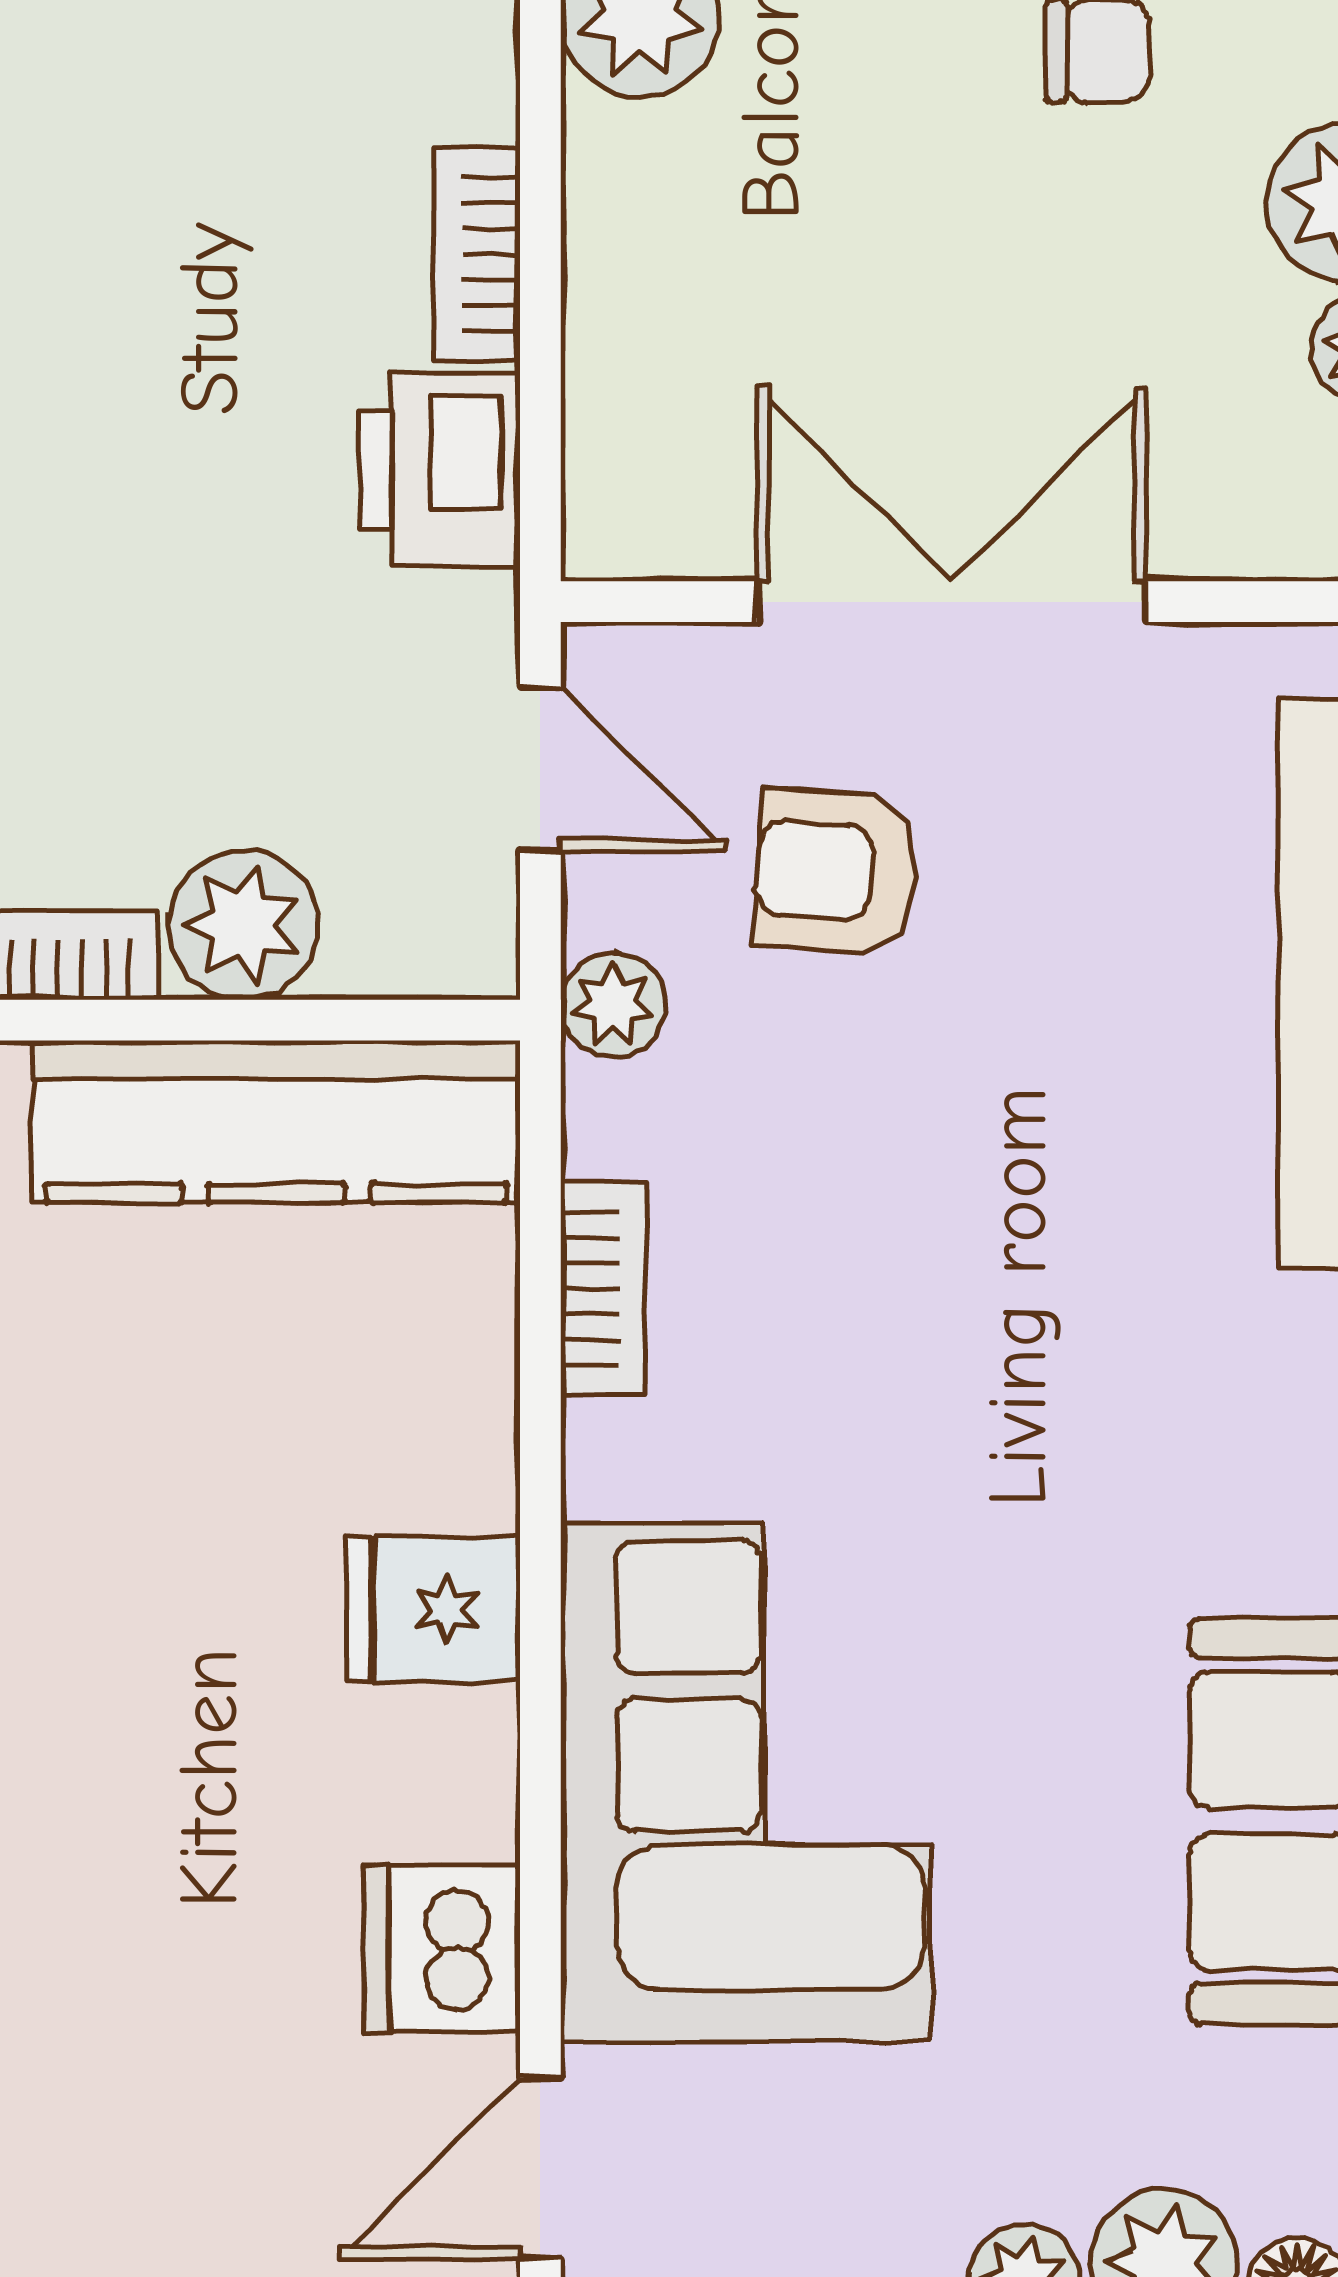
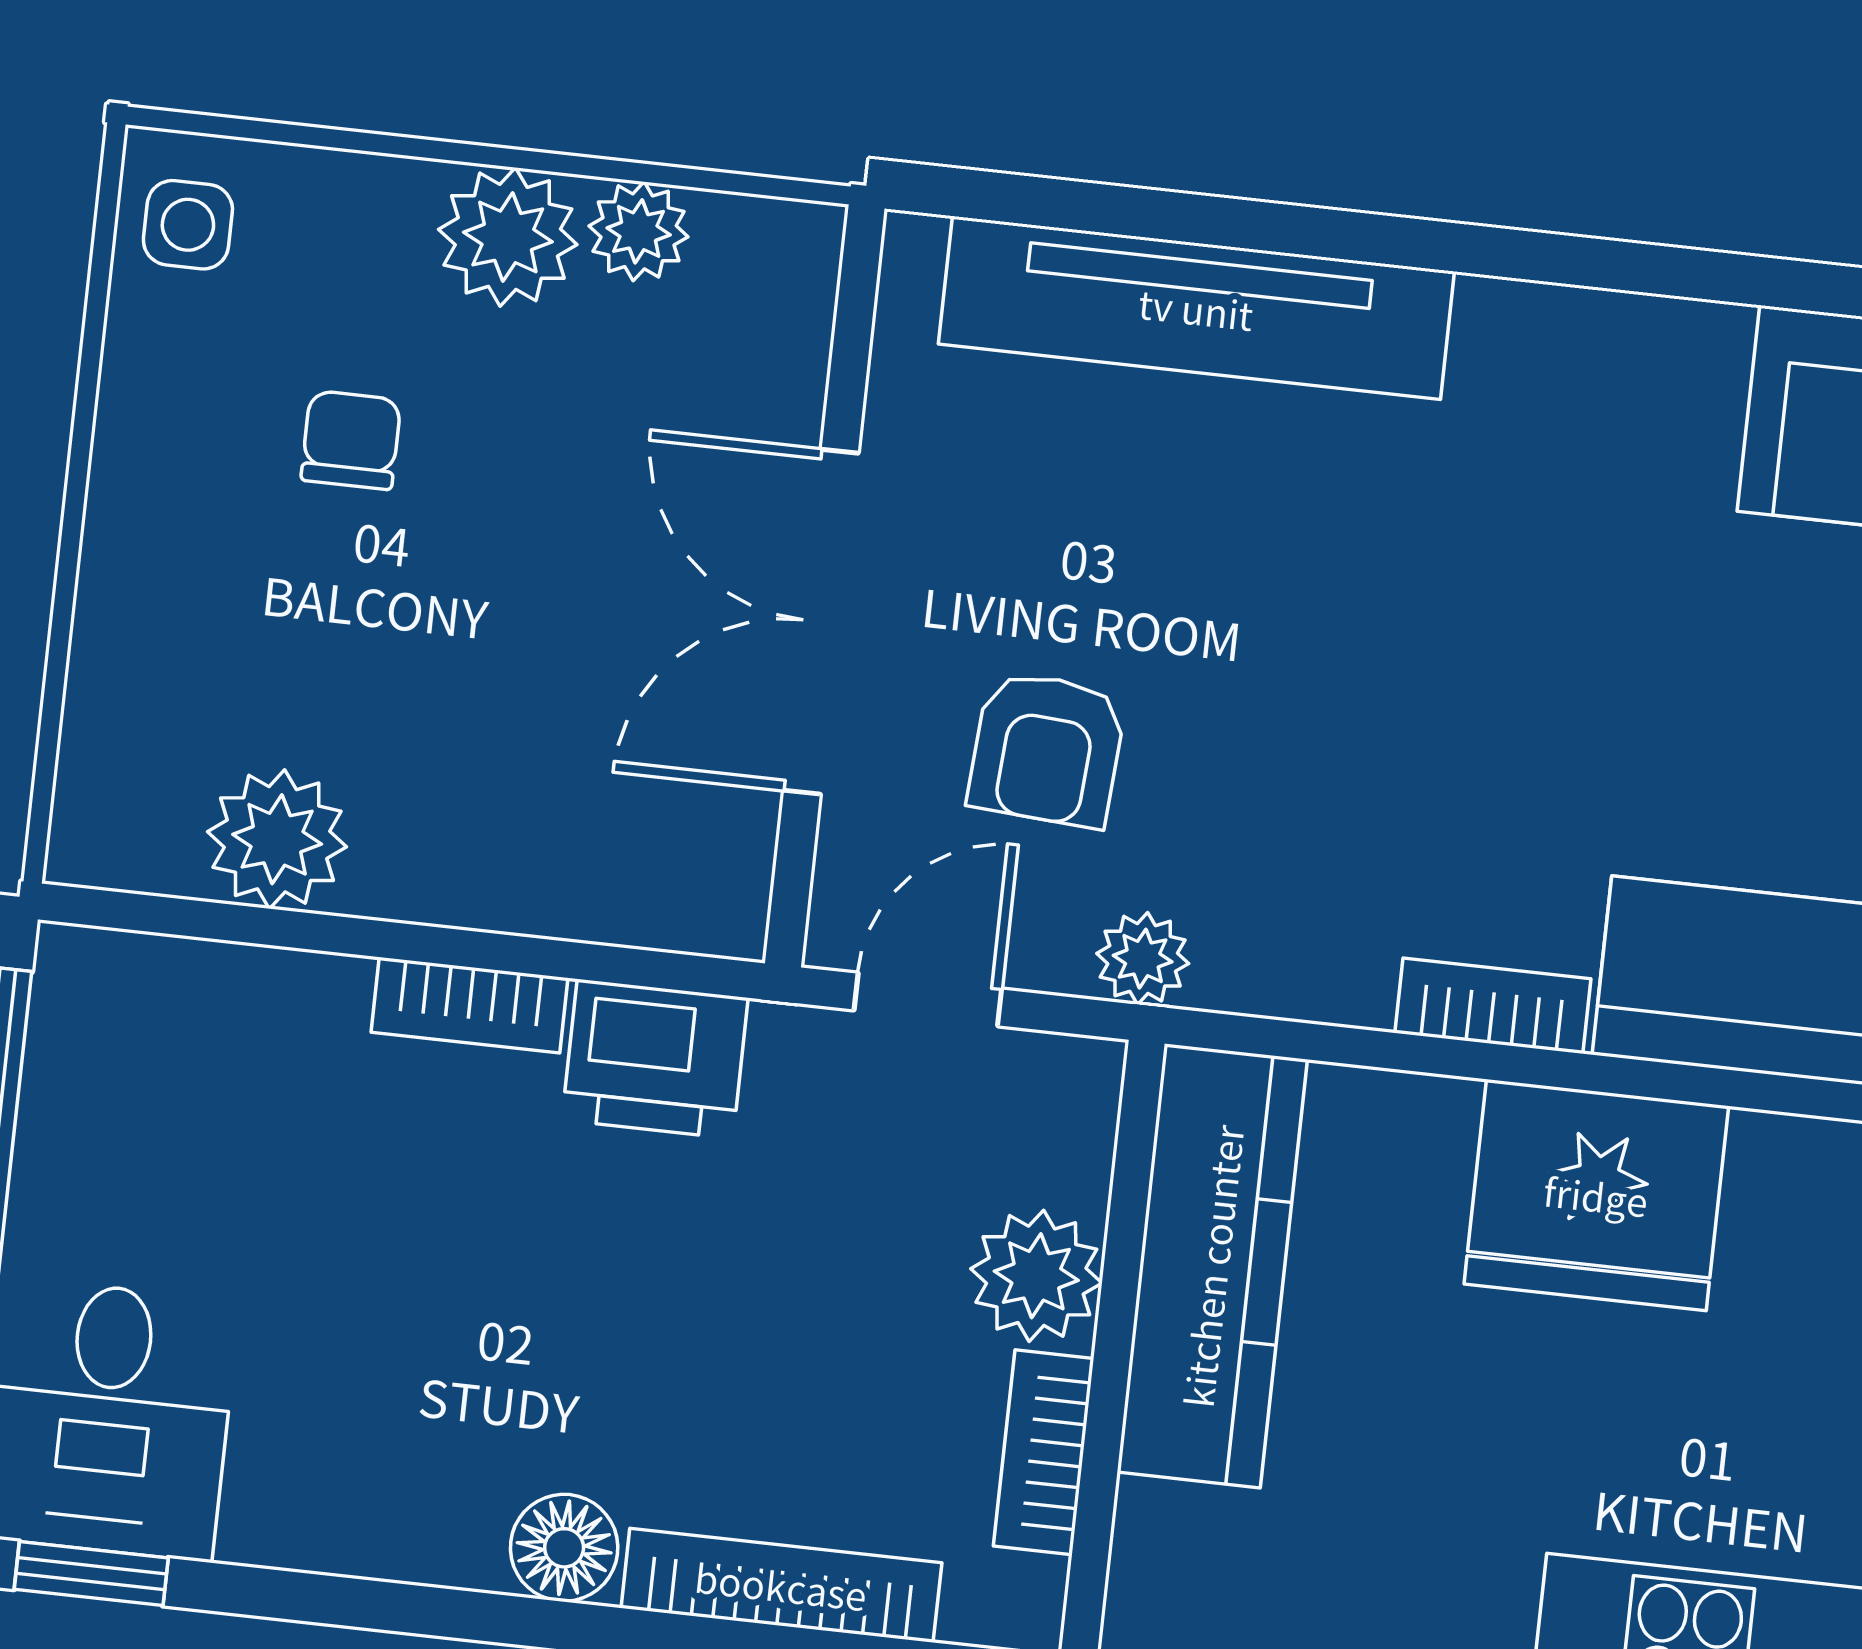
bookcase: (603, 1289) -> (1493, 1006), moved
fridge: (433, 1609) -> (1596, 1195), width x1.88, depth x1.34

